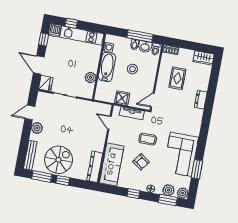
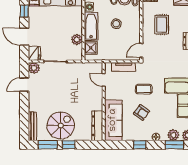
shower: (122, 98) -> (91, 48), moved
plant: (37, 128) -> (34, 68), moved

